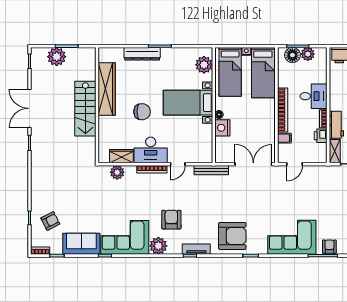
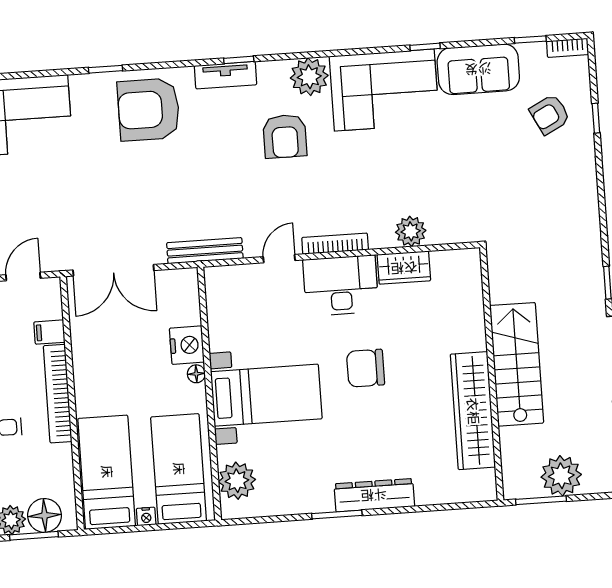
wardrobe: (107, 89) -> (473, 411), moved
wall: (97, 105) -> (492, 374), moved
stairs: (85, 109) -> (517, 364), moved

